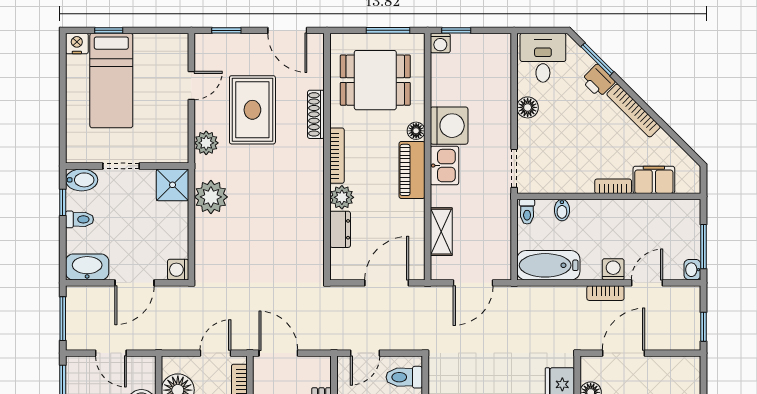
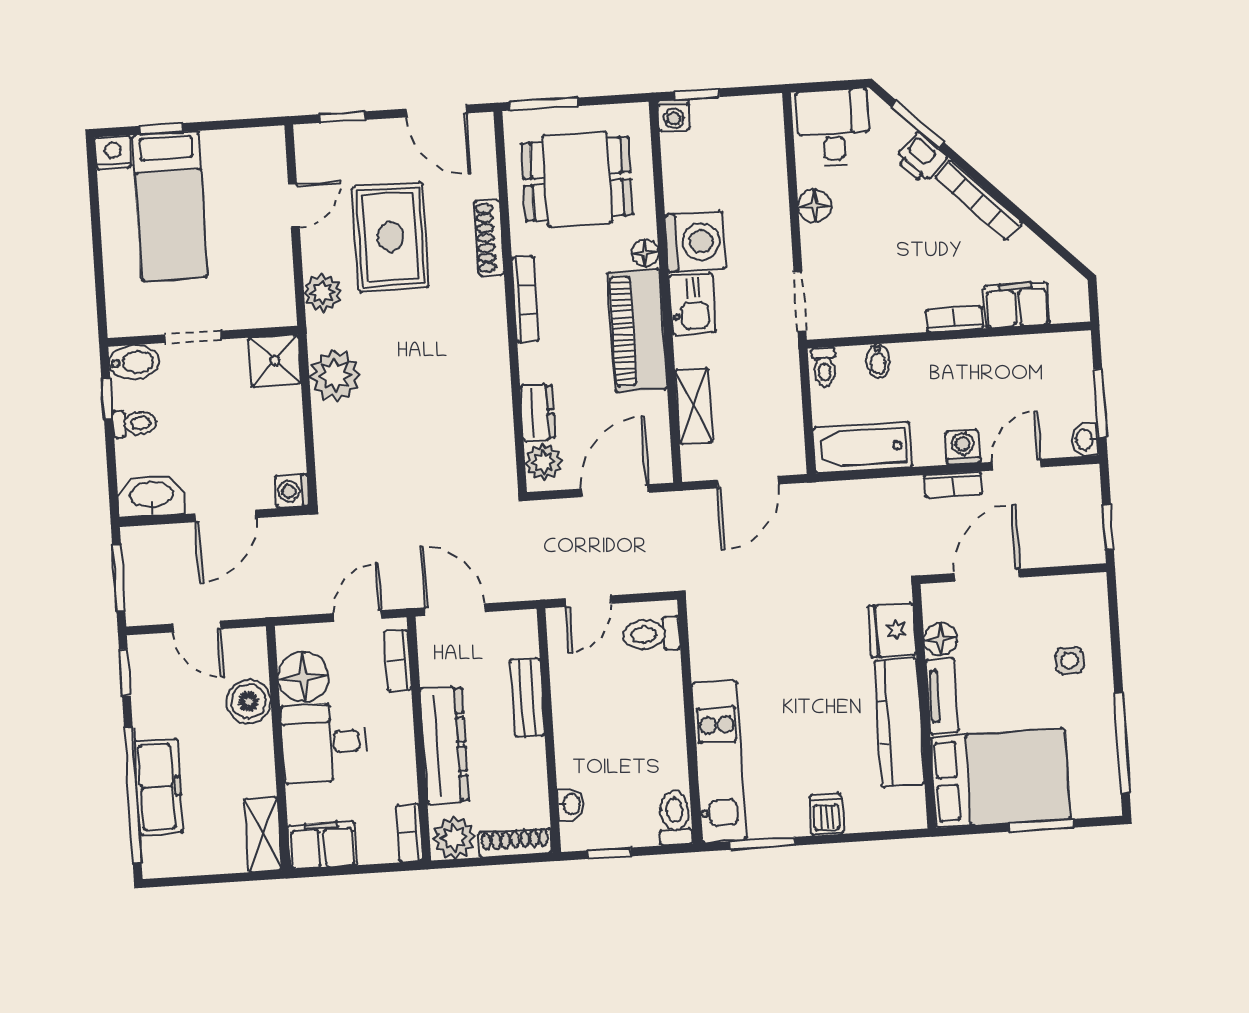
window: (388, 30) -> (544, 104), moved
piano: (412, 170) -> (637, 331), width x1.37, depth x1.33
plant: (342, 197) -> (543, 462), moved

